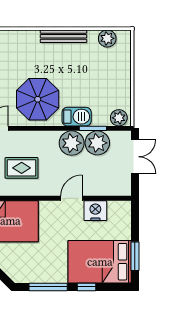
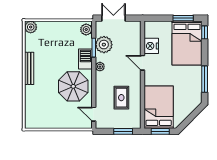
plant: (107, 38) -> (31, 27), moved
plant: (72, 143) -> (100, 67), width x0.53, depth x0.53
window: (86, 287) -> (205, 32), moved

